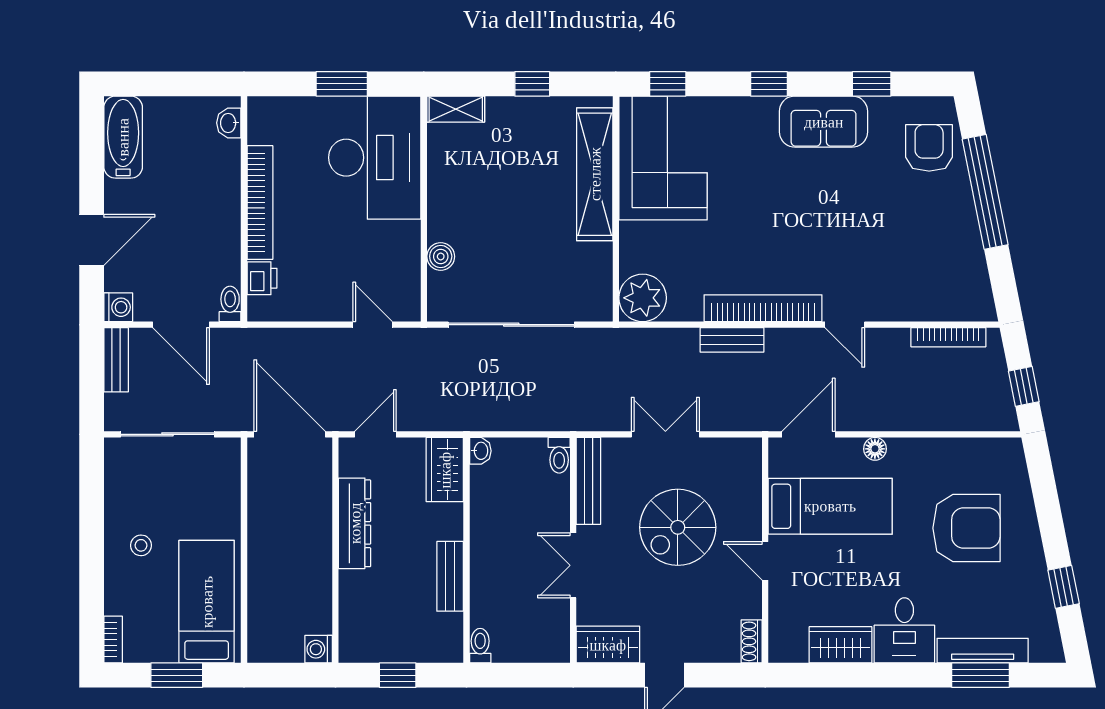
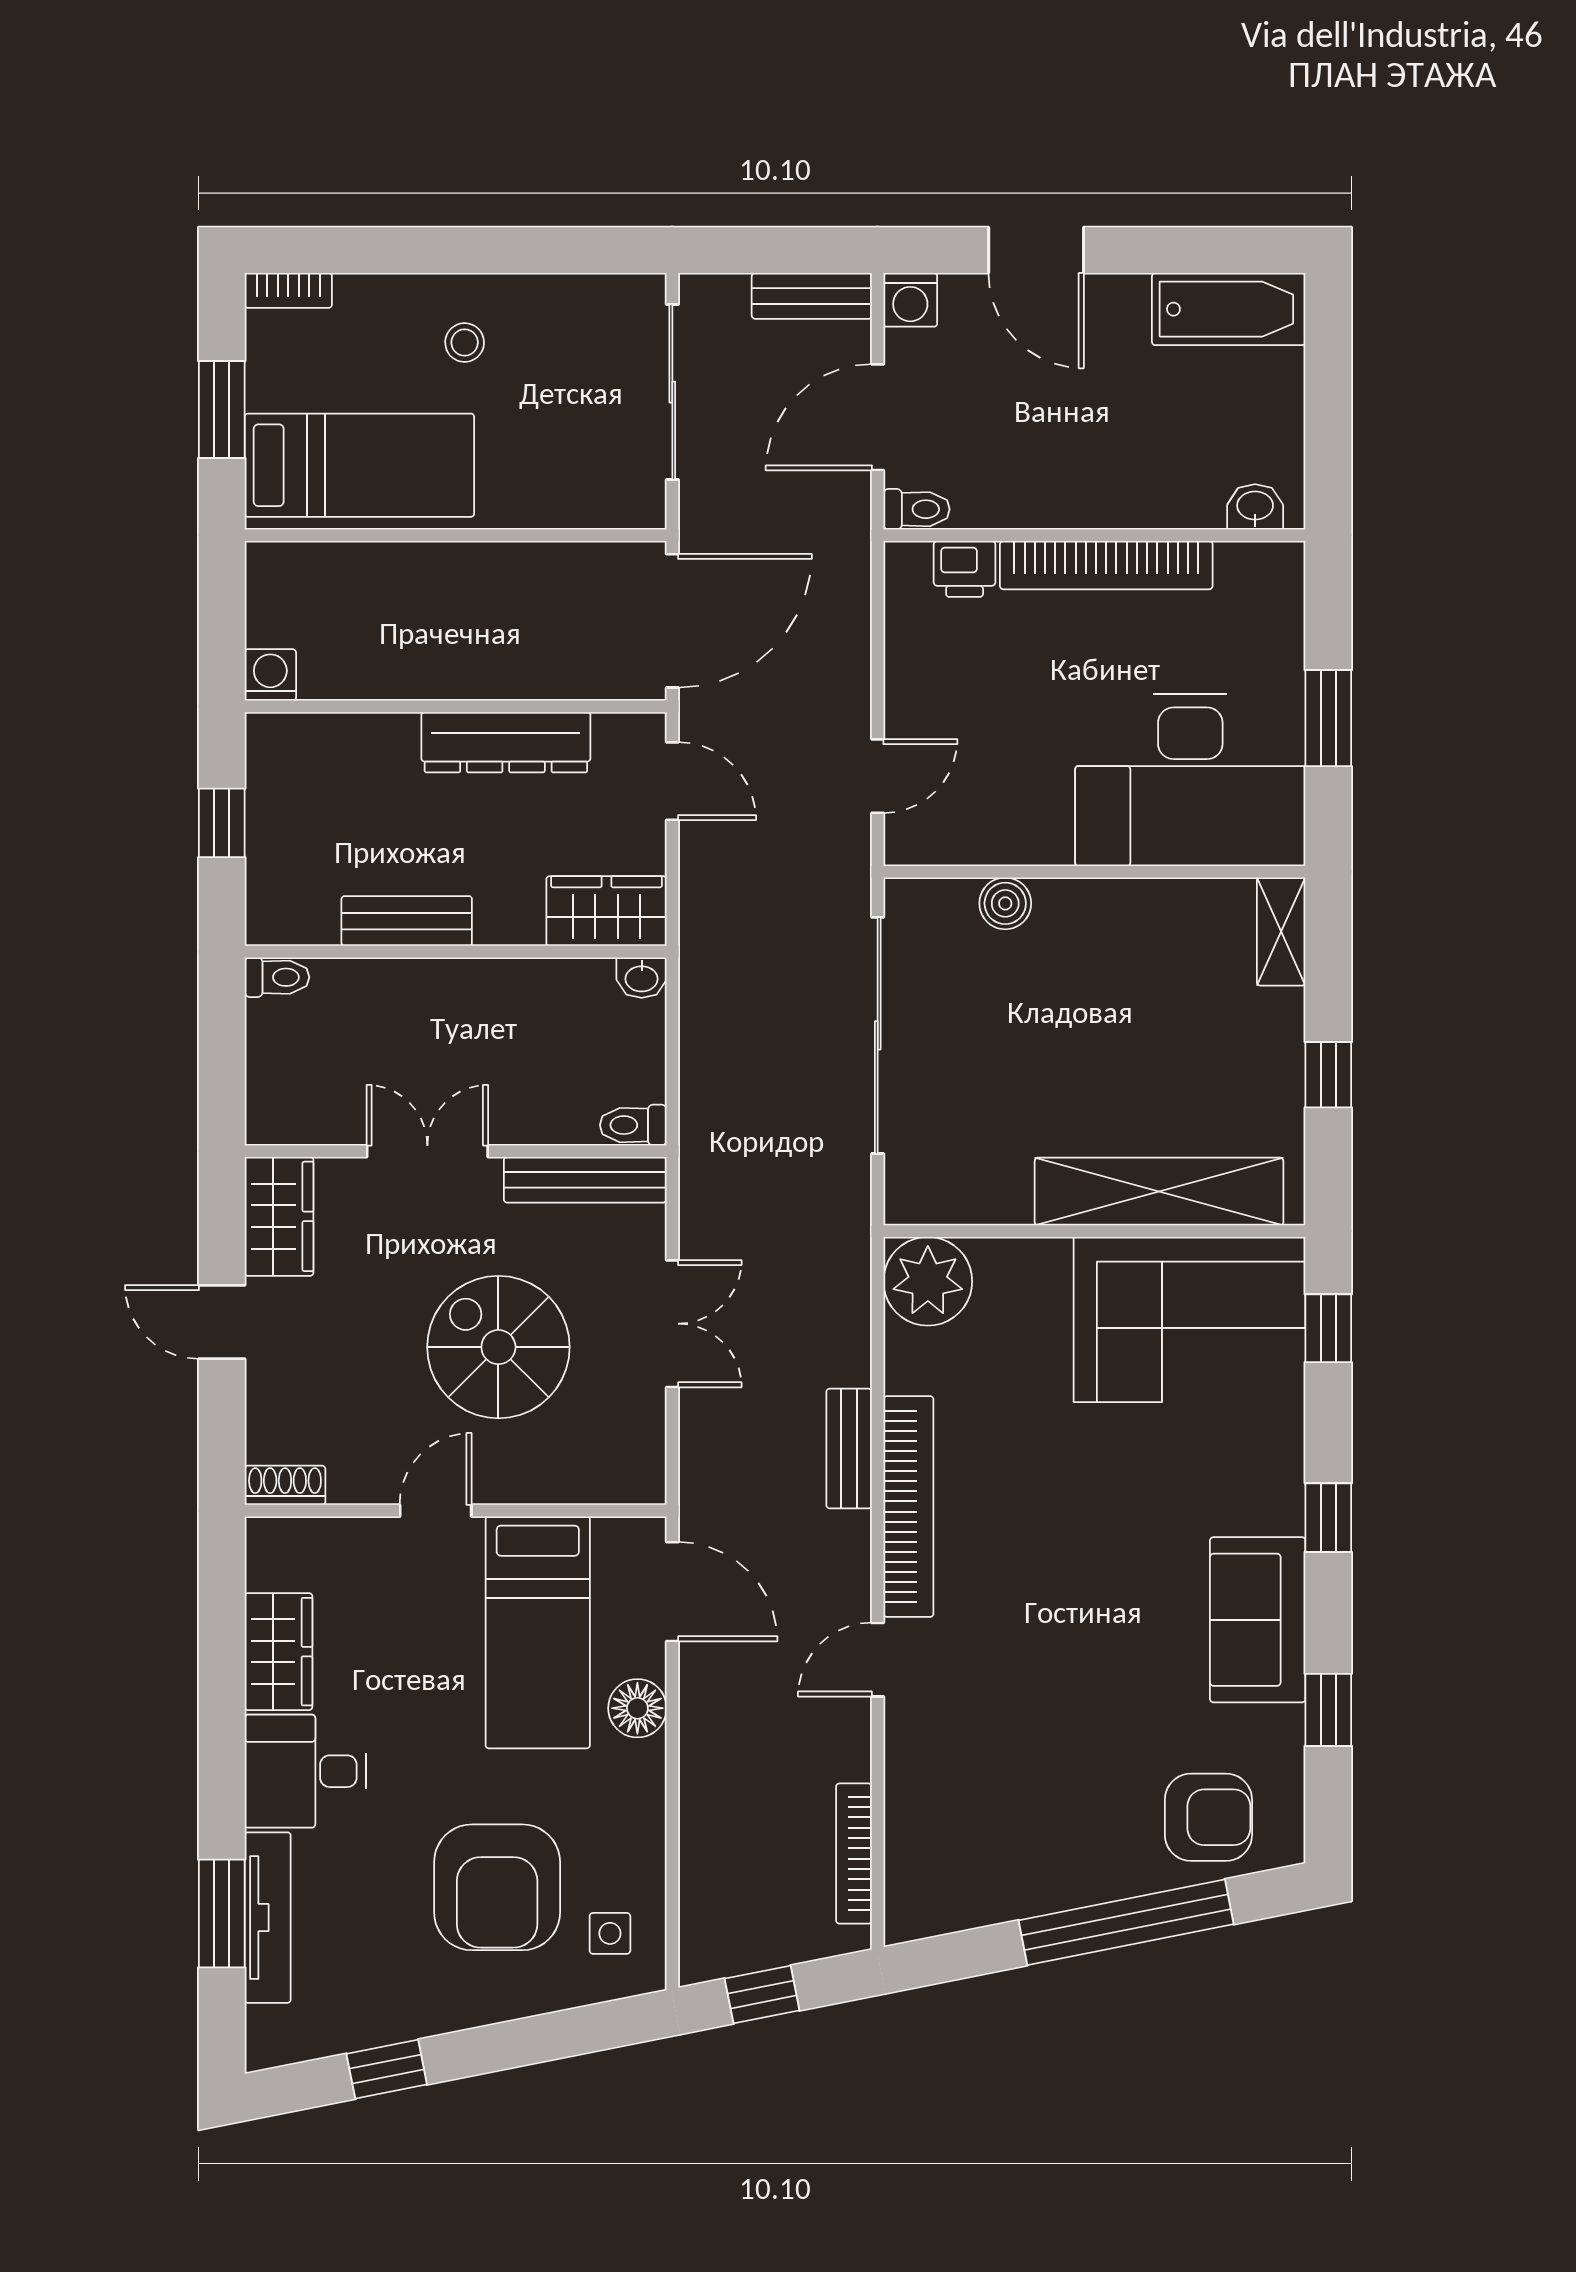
floor lamp: (875, 449) -> (637, 1708), width x1.37, depth x1.37
side table: (991, 468) -> (610, 1933), added

